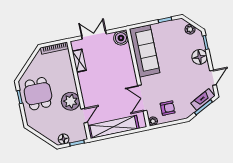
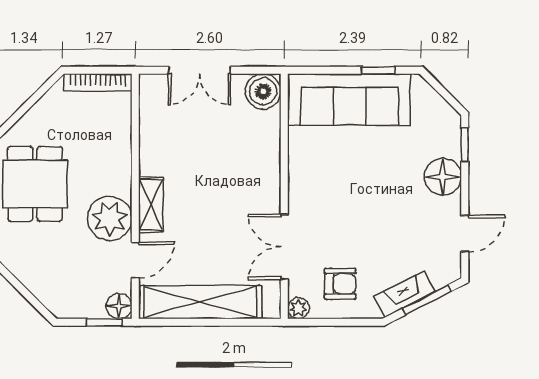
plant: (190, 29) -> (434, 105), removed
double door: (94, 35) -> (199, 70), swing flipped
sofa: (145, 51) -> (350, 100), moved, turned 90
shelving: (79, 61) -> (151, 205), moved
fireplace: (203, 100) -> (405, 294), moved
floor lamp: (64, 139) -> (119, 306), moved

